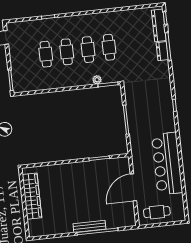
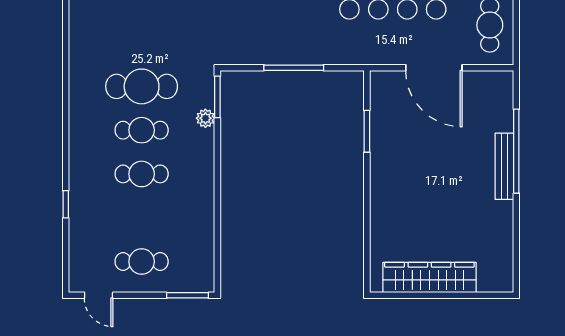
cafe table: (109, 47) -> (142, 86), width x1.37, depth x1.35
cafe table: (46, 54) -> (142, 262), moved

